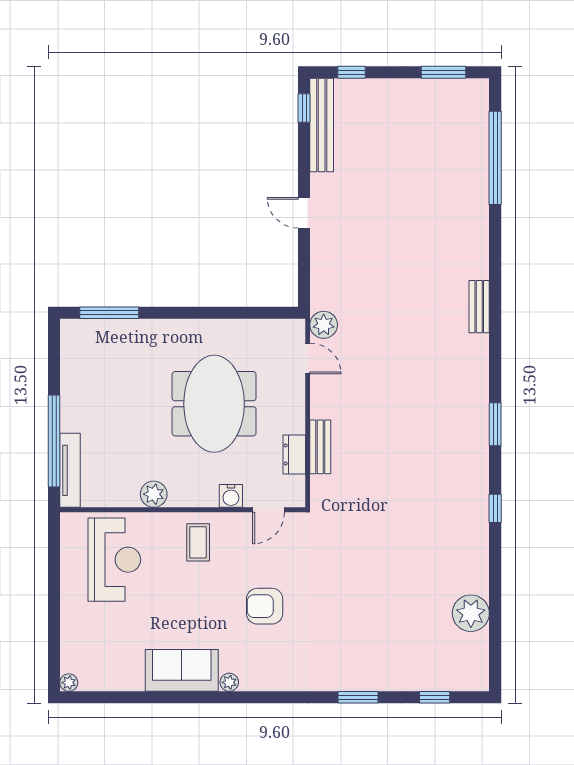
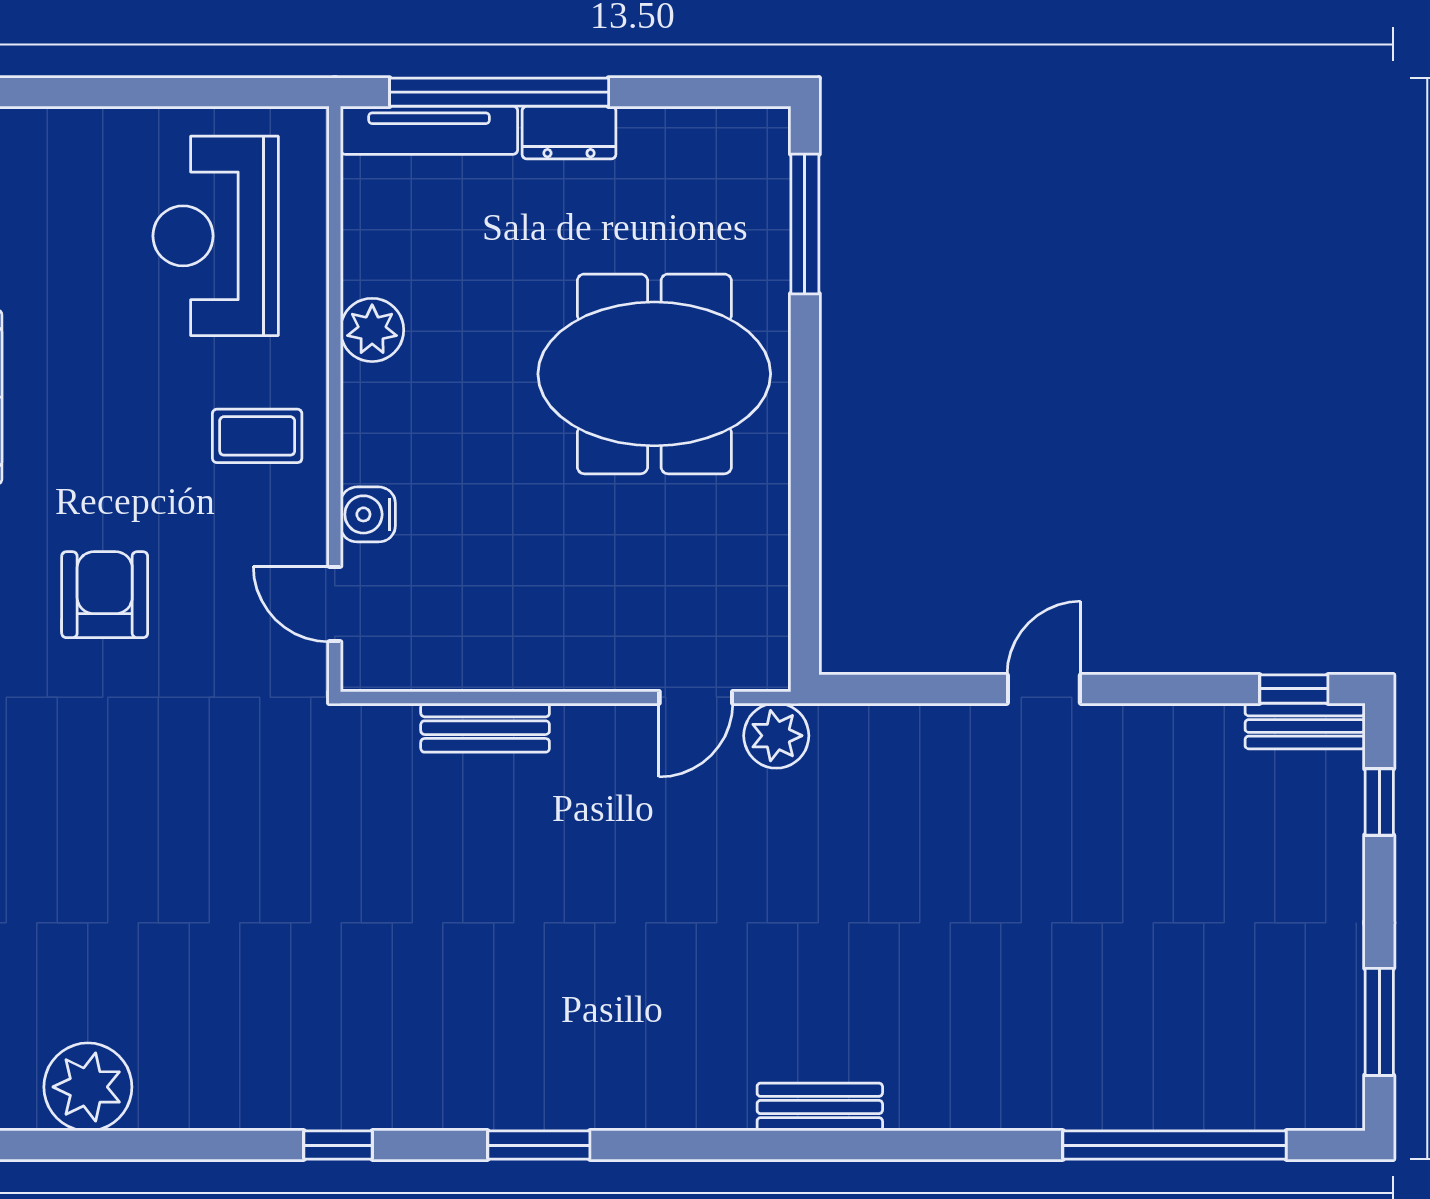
bench: (322, 125) -> (1305, 726), width x0.54, depth x0.82
meeting table: (214, 404) -> (654, 374), moved
dresser: (294, 454) -> (569, 133), moved, turned 180
reception desk: (114, 560) -> (216, 236), turned 90

